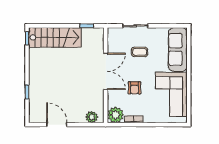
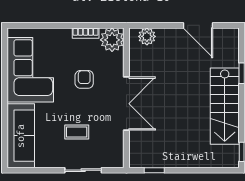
stairs: (55, 37) -> (225, 106), moved, turned -90
double door: (106, 71) -> (126, 104), swing flipped

